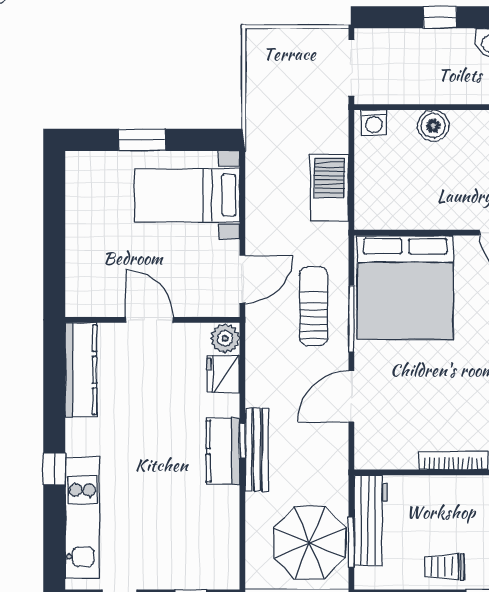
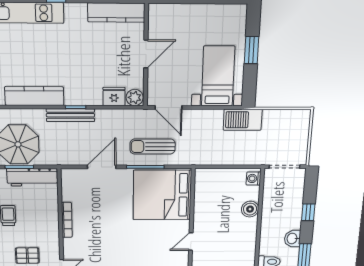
barbecue: (329, 188) -> (243, 120), moved, turned 180
sun lounger: (314, 306) -> (153, 147), turned 180
door: (351, 396) -> (102, 167), hinge flipped
kitchen counter: (223, 451) -> (34, 96), moved, width x1.50

